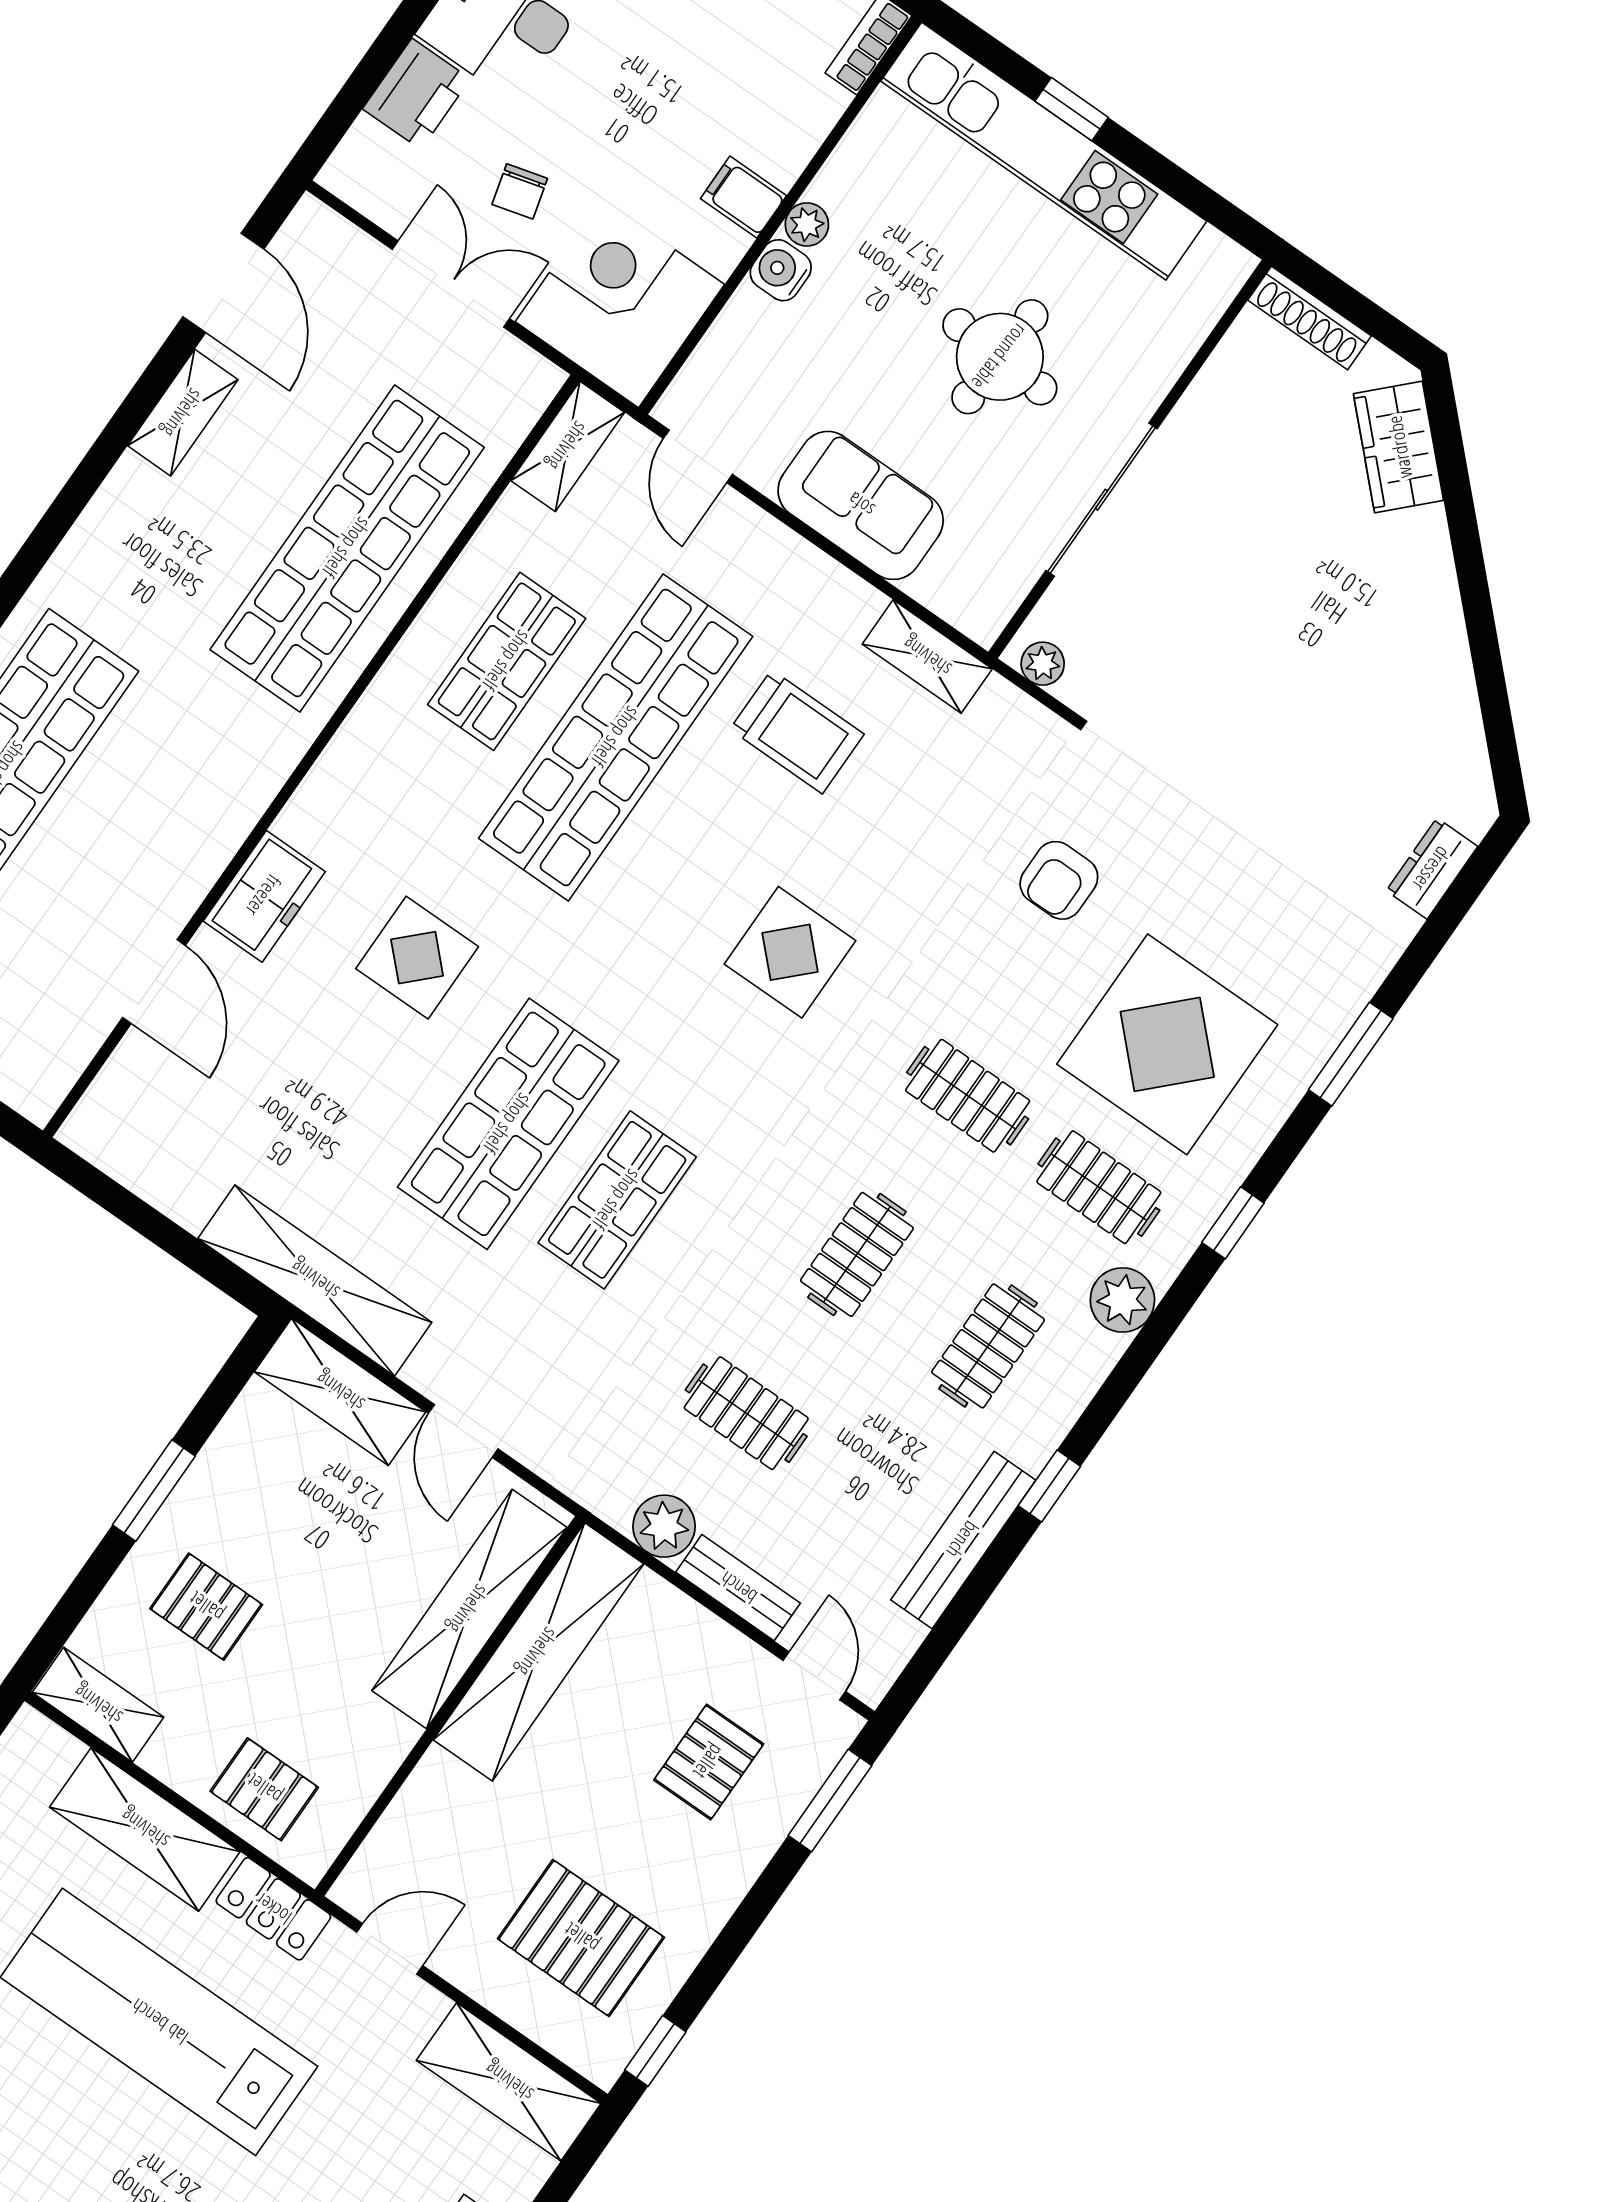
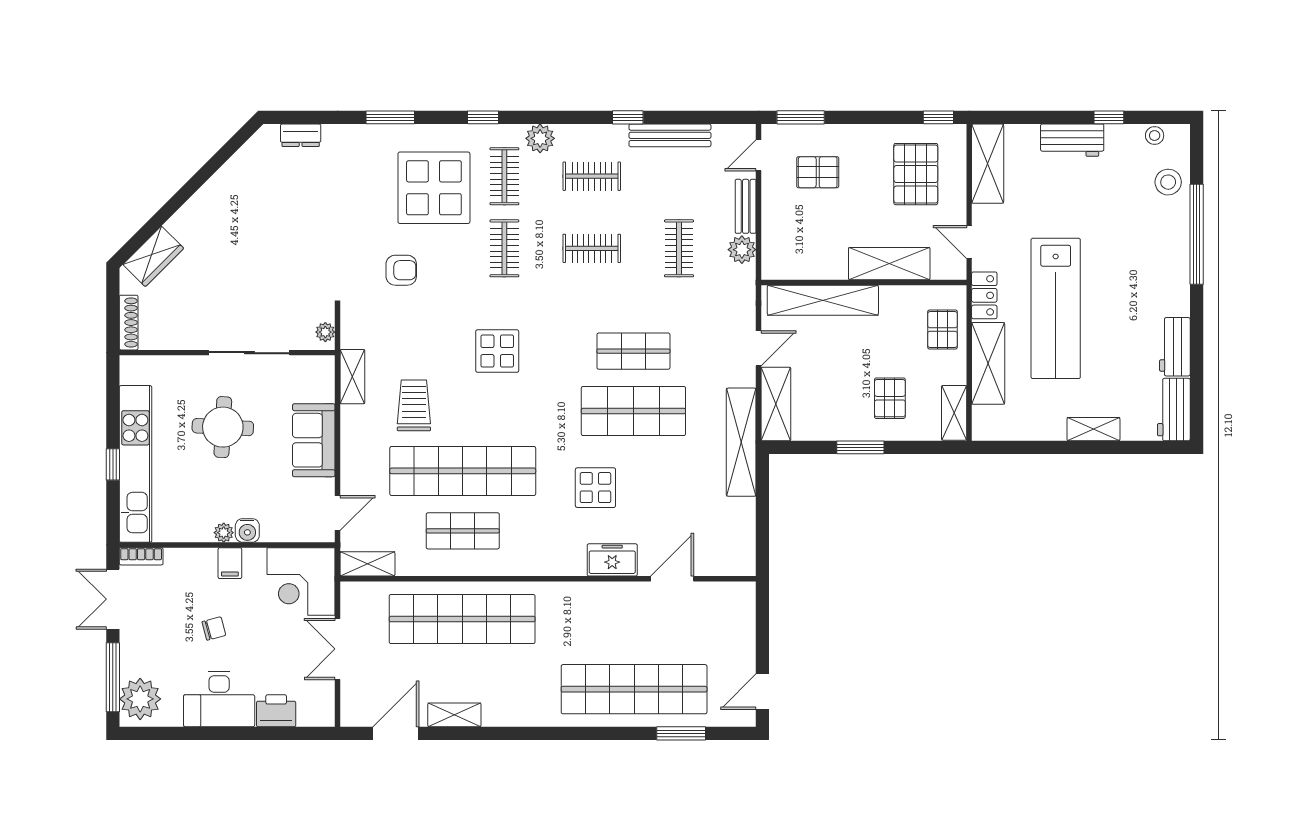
chair: (520, 191) -> (214, 628), moved
shelving: (538, 1652) -> (889, 264), moved, width x0.68

